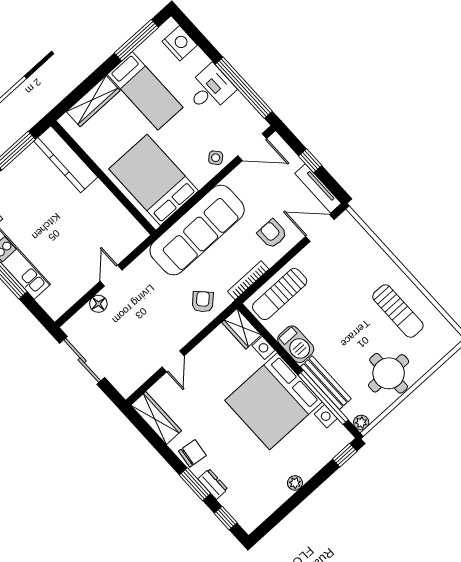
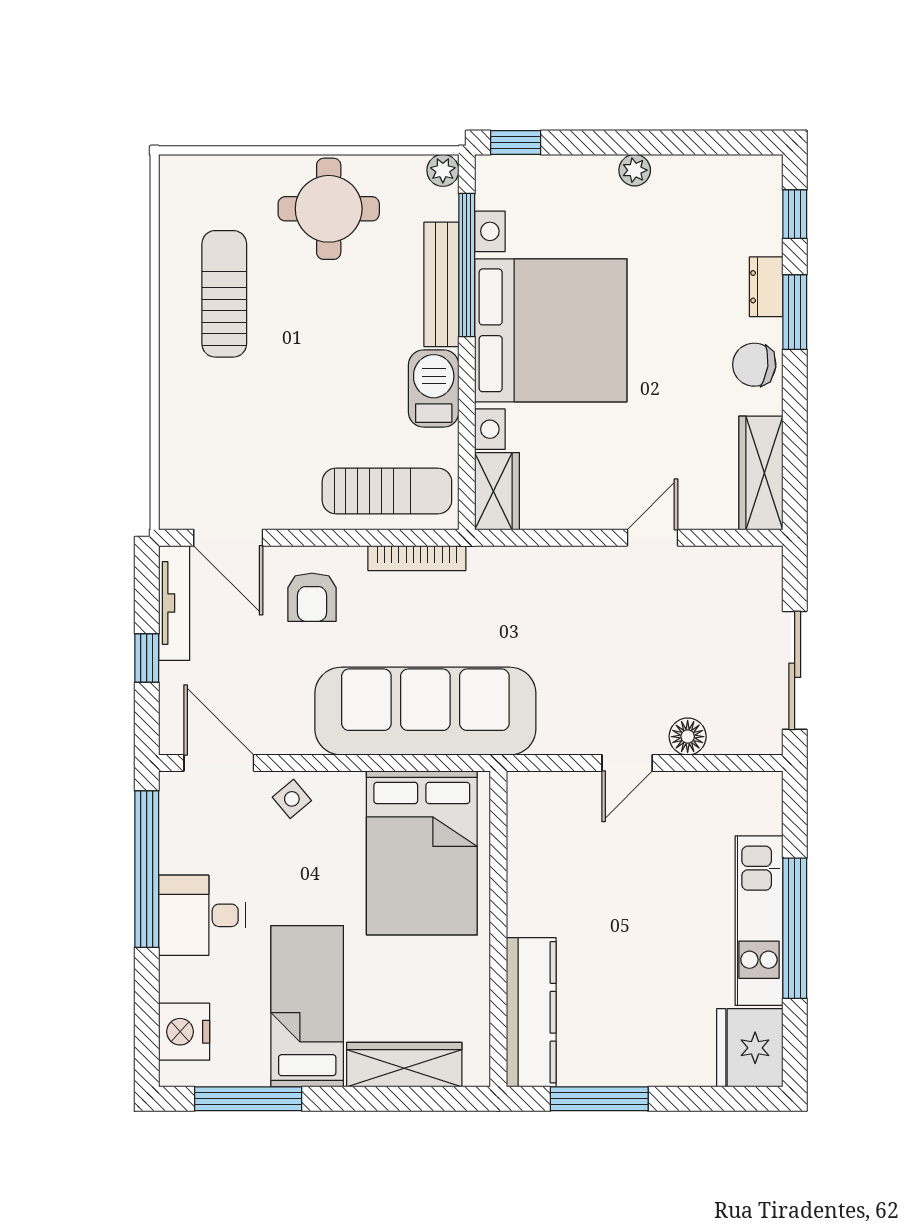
armchair: (203, 302) -> (520, 590), removed

